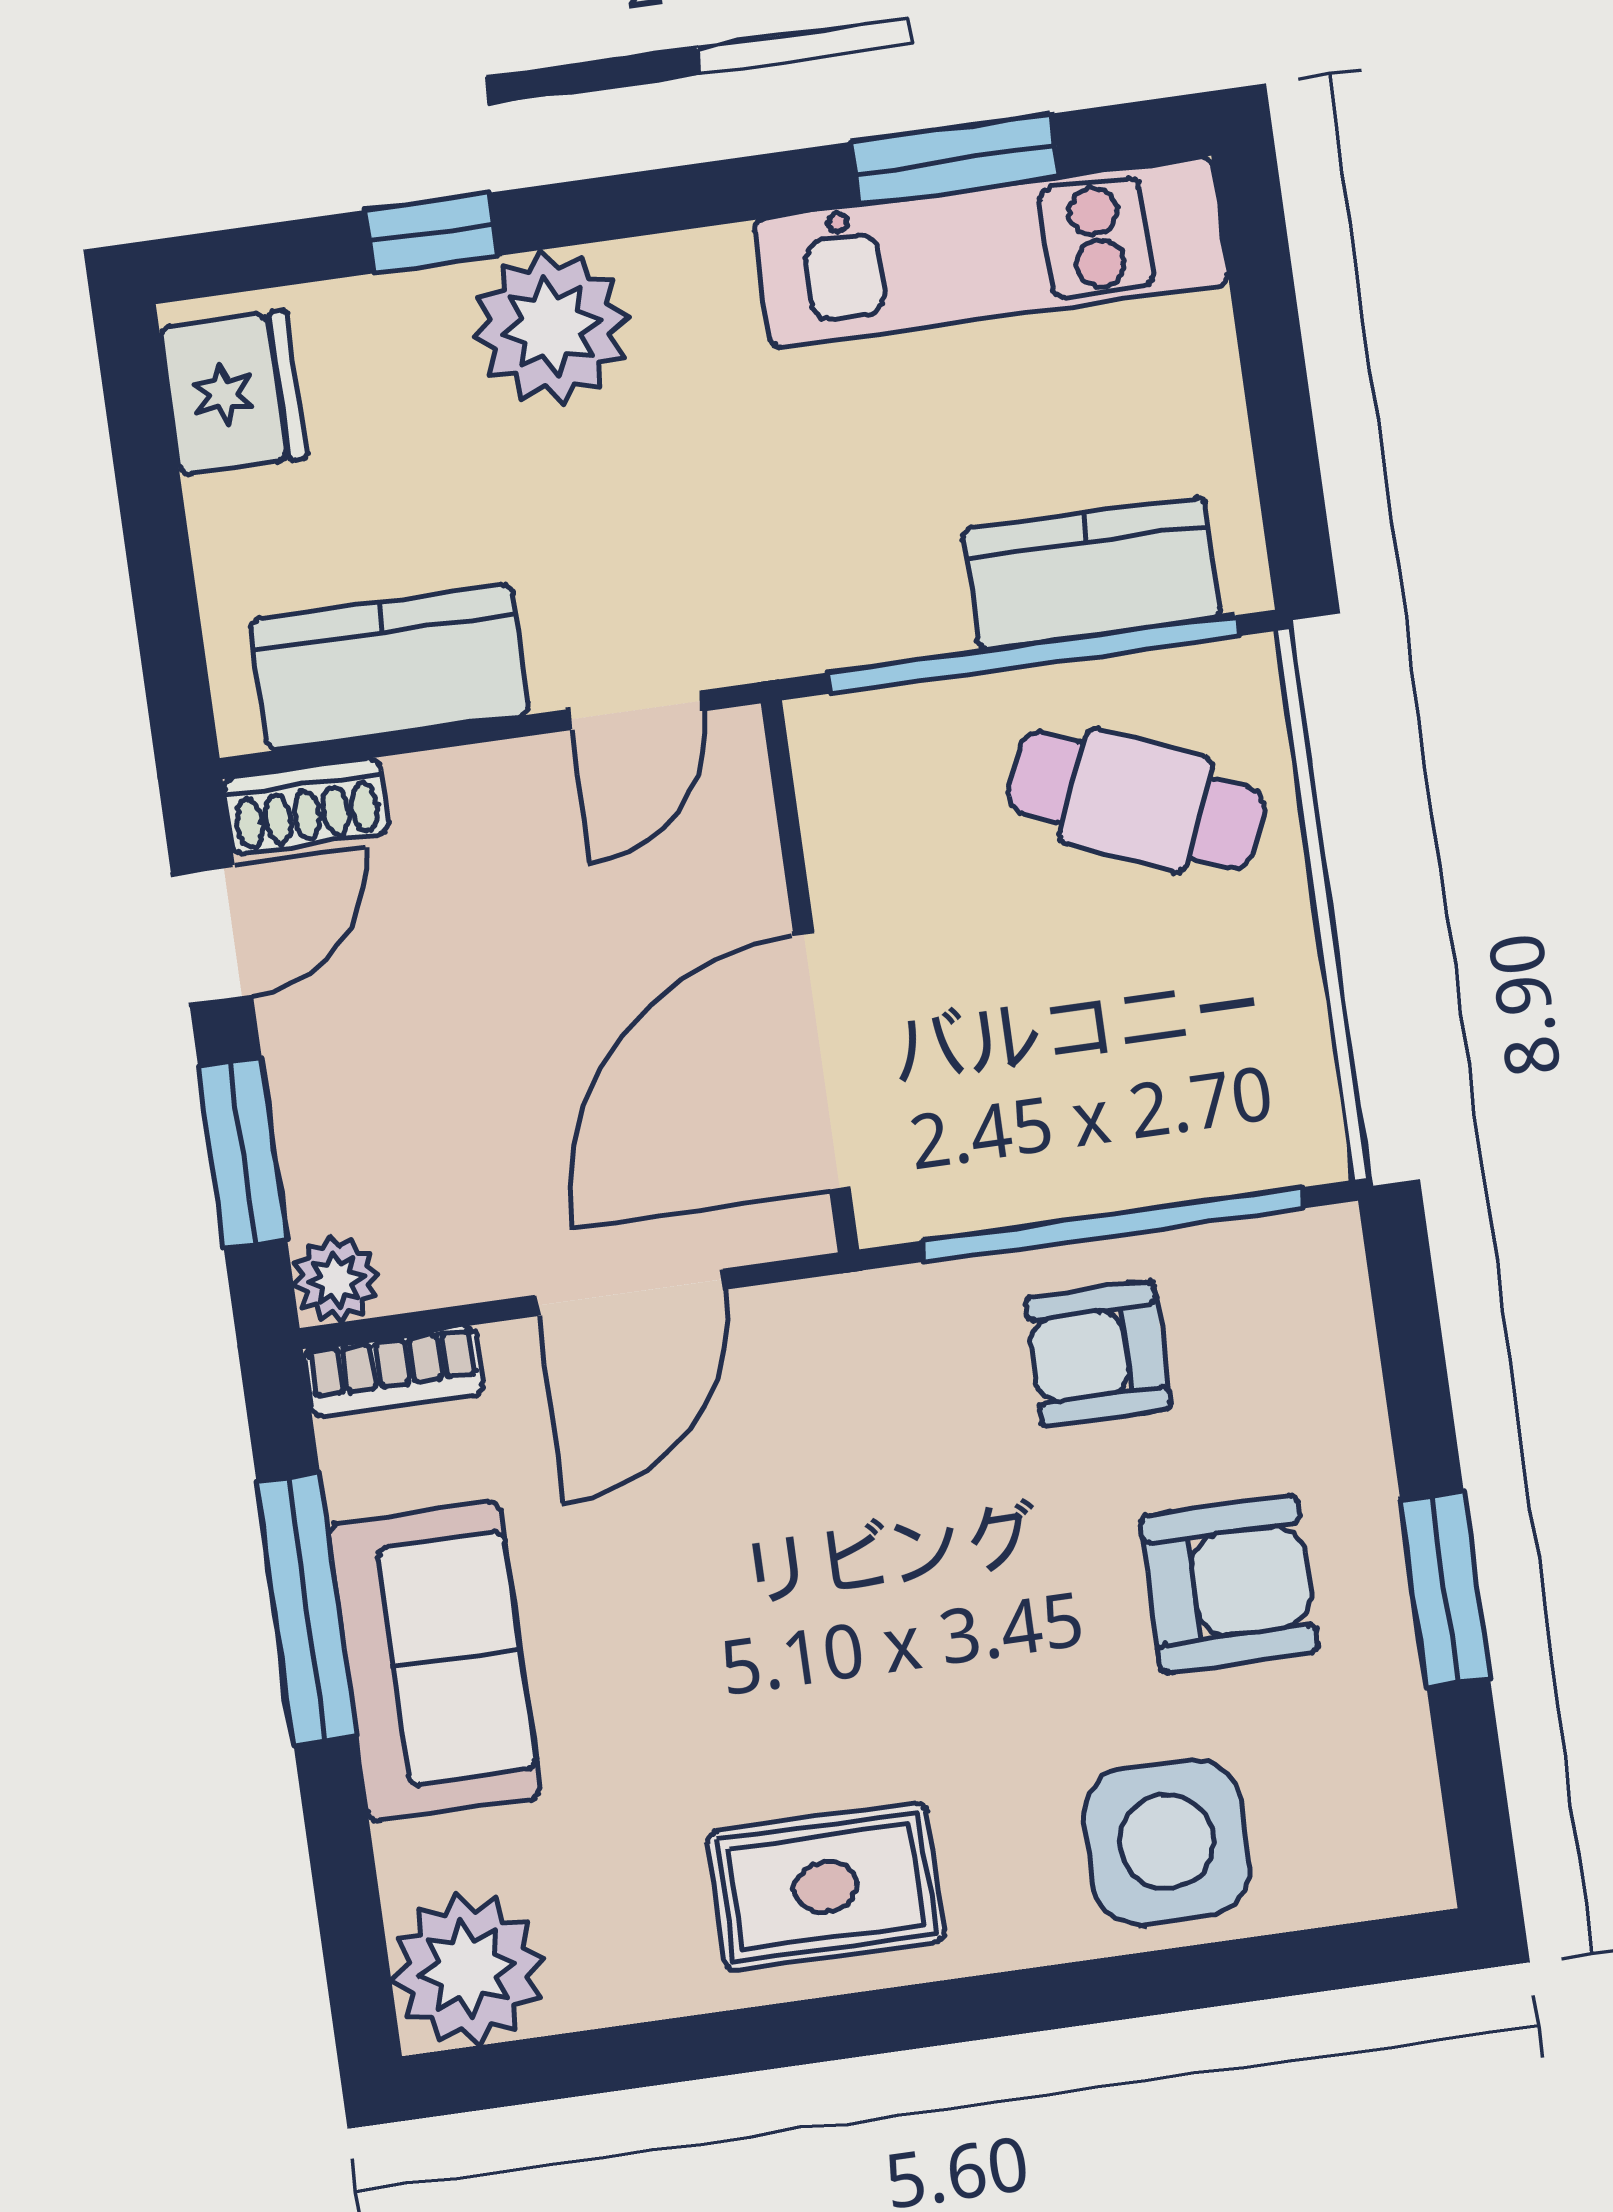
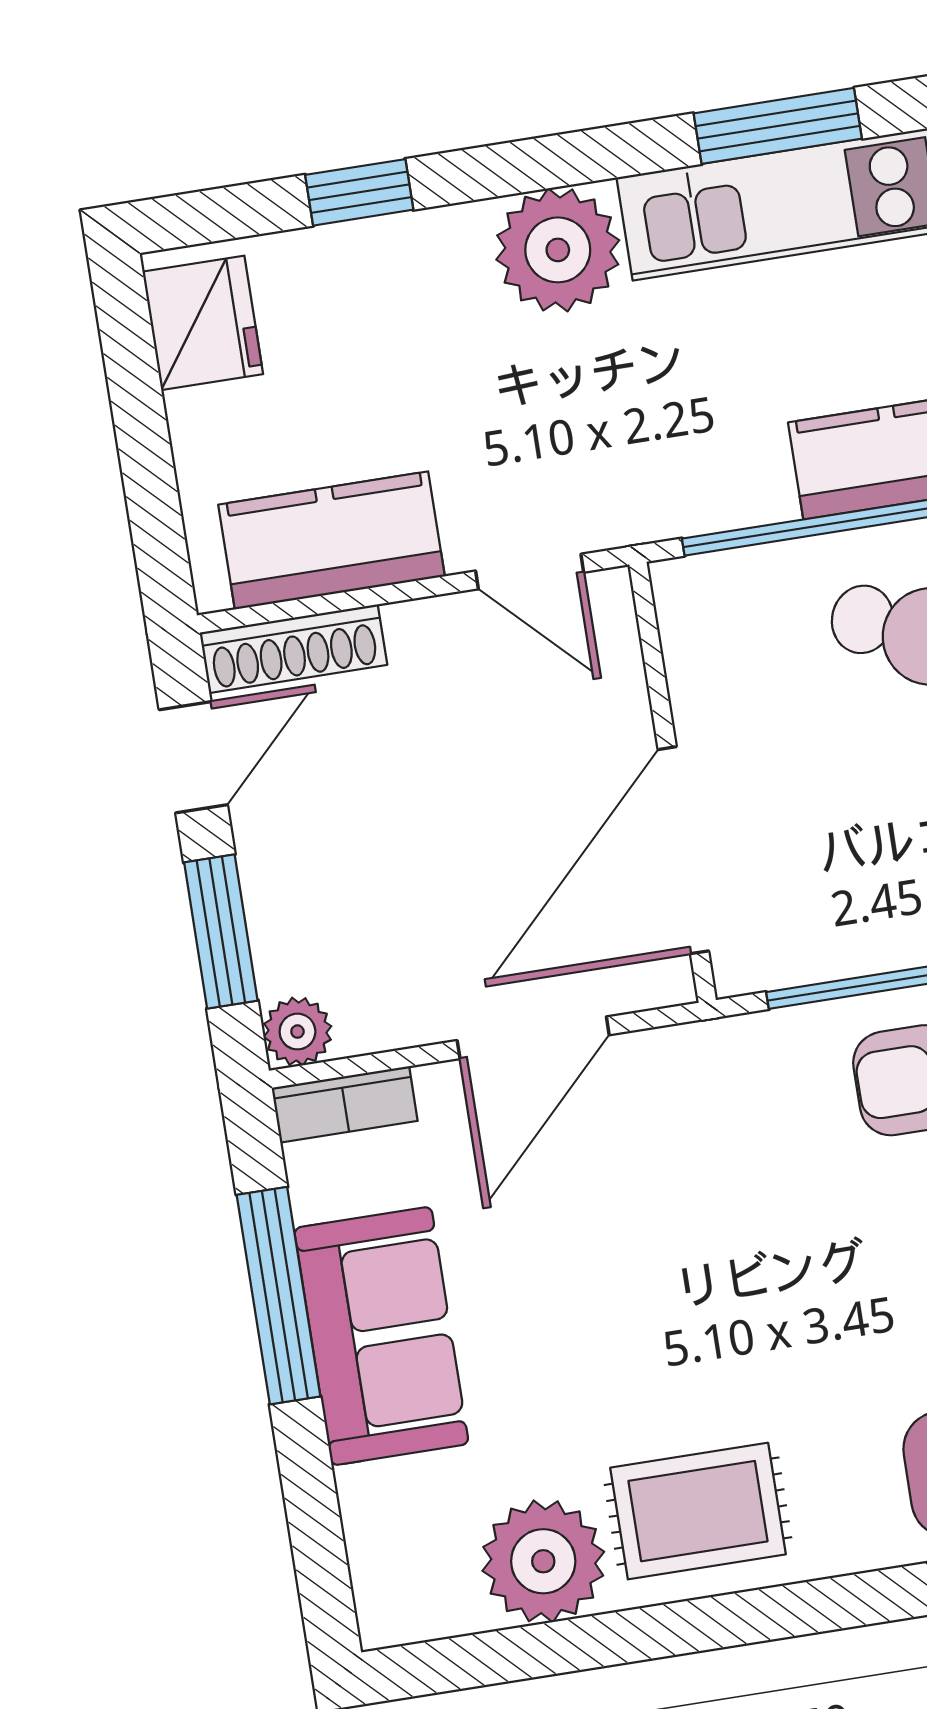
plant: (551, 327) -> (558, 250), moved
door: (636, 710) -> (530, 572), hinge flipped
shoe rack: (306, 806) -> (293, 649), width x1.43
plant: (468, 1969) -> (543, 1561), moved

